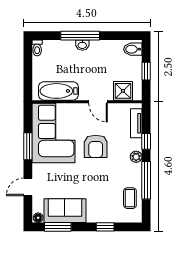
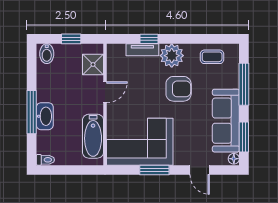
washbasin: (82, 45) -> (45, 116), width x1.91, depth x1.45
tv unit: (136, 123) -> (142, 50), moved
armchair: (96, 146) -> (179, 89), moved
plant: (136, 157) -> (172, 56), width x1.87, depth x1.87
window: (146, 180) -> (192, 39), removed
sofa: (65, 211) -> (226, 121), width x1.36
window: (105, 227) -> (244, 84), width x2.17

